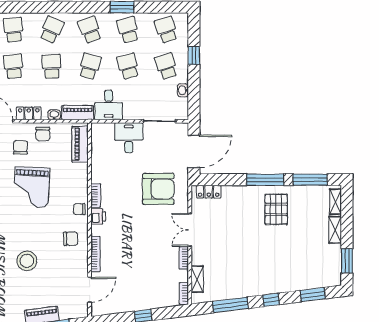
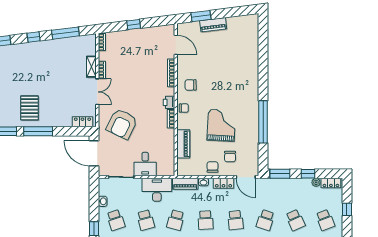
desk: (109, 105) -> (157, 190), width x1.37
piano: (80, 144) -> (183, 144), moved
door: (194, 152) -> (94, 153), hinge flipped
armchair: (158, 189) -> (122, 124), turned -64
stool: (27, 261) -> (225, 68), removed
shelving: (197, 279) -> (91, 67), moved
door: (90, 290) -> (176, 45), swing flipped

